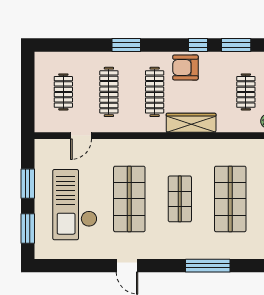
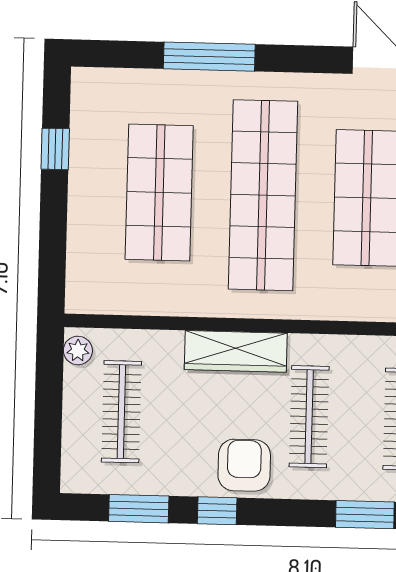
armchair: (185, 67) -> (244, 465), turned -90
clothes rail: (246, 92) -> (121, 412), width x1.36
shop shelf: (180, 199) -> (263, 195), width x2.00, depth x1.36

